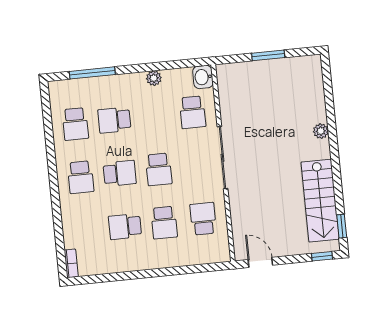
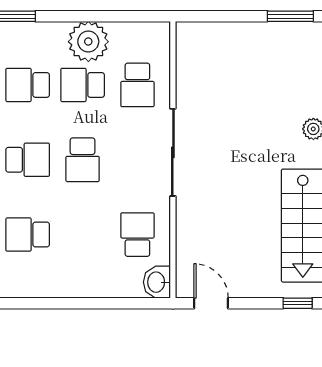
window: (268, 55) -> (290, 16), moved
washbasin: (203, 77) -> (157, 282), moved
plant: (154, 78) -> (88, 42), width x1.87, depth x1.87
school desk: (164, 223) -> (83, 85), moved, turned 90

